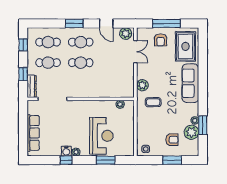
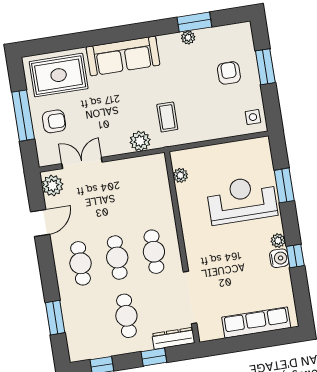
window: (74, 23) -> (55, 318), moved
cafe table: (48, 42) -> (154, 252), moved
plant: (191, 132) -> (210, 40), removed

